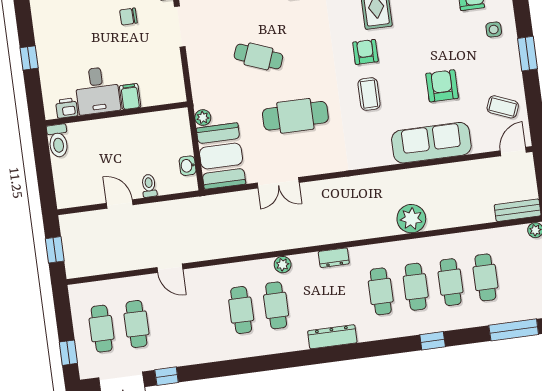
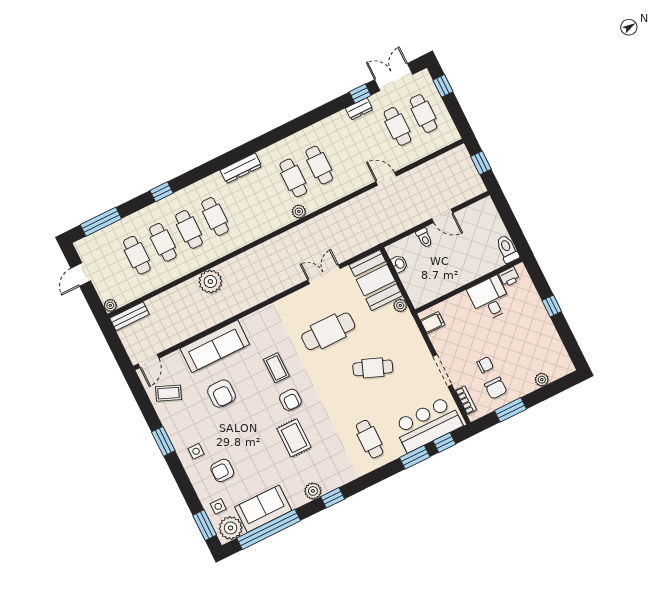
filing cabinet: (130, 97) -> (433, 323), moved, turned -90
dresser: (334, 258) -> (359, 109), moved, turned 180

